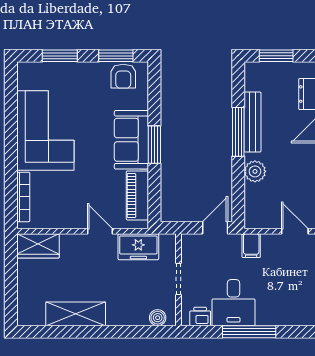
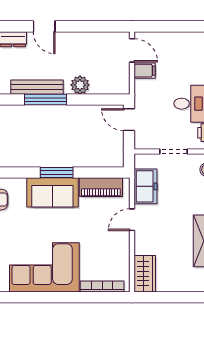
door: (295, 231) -> (132, 50), swing flipped
filing cabinet: (251, 246) -> (145, 71), moved

